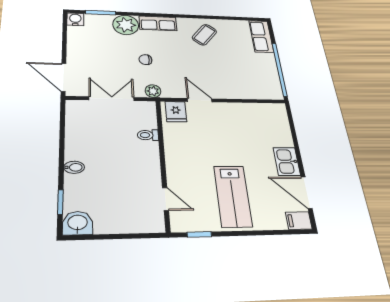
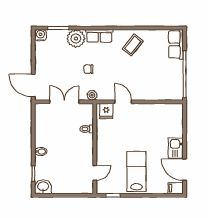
lab bench: (233, 196) -> (136, 171), turned 180
door: (166, 199) -> (95, 173), hinge flipped

